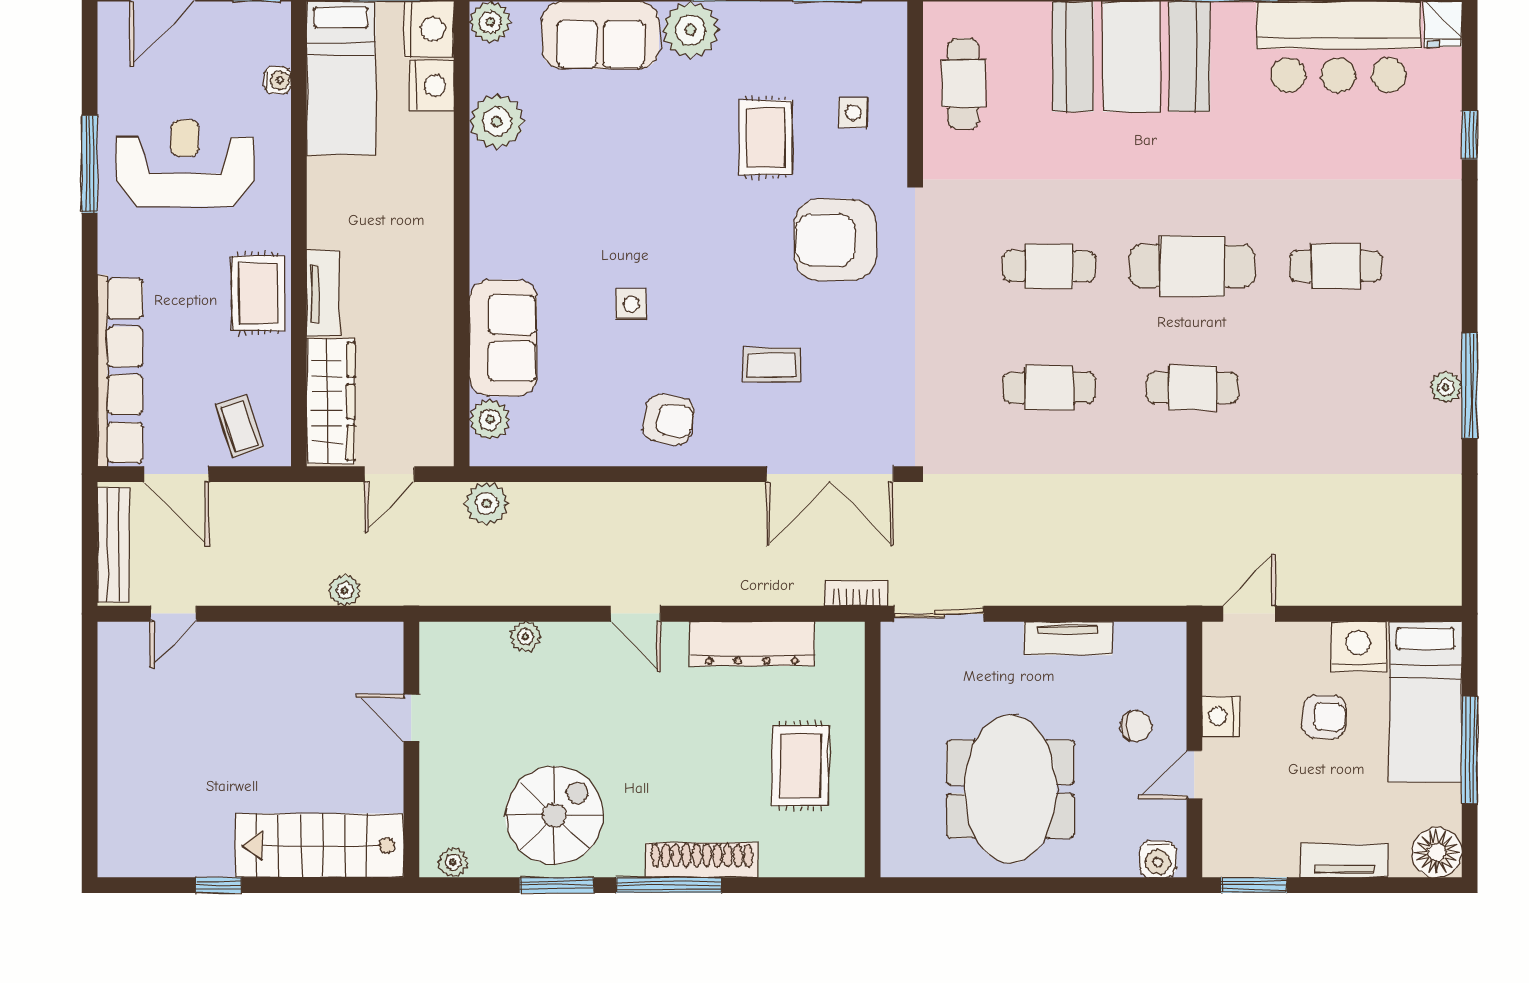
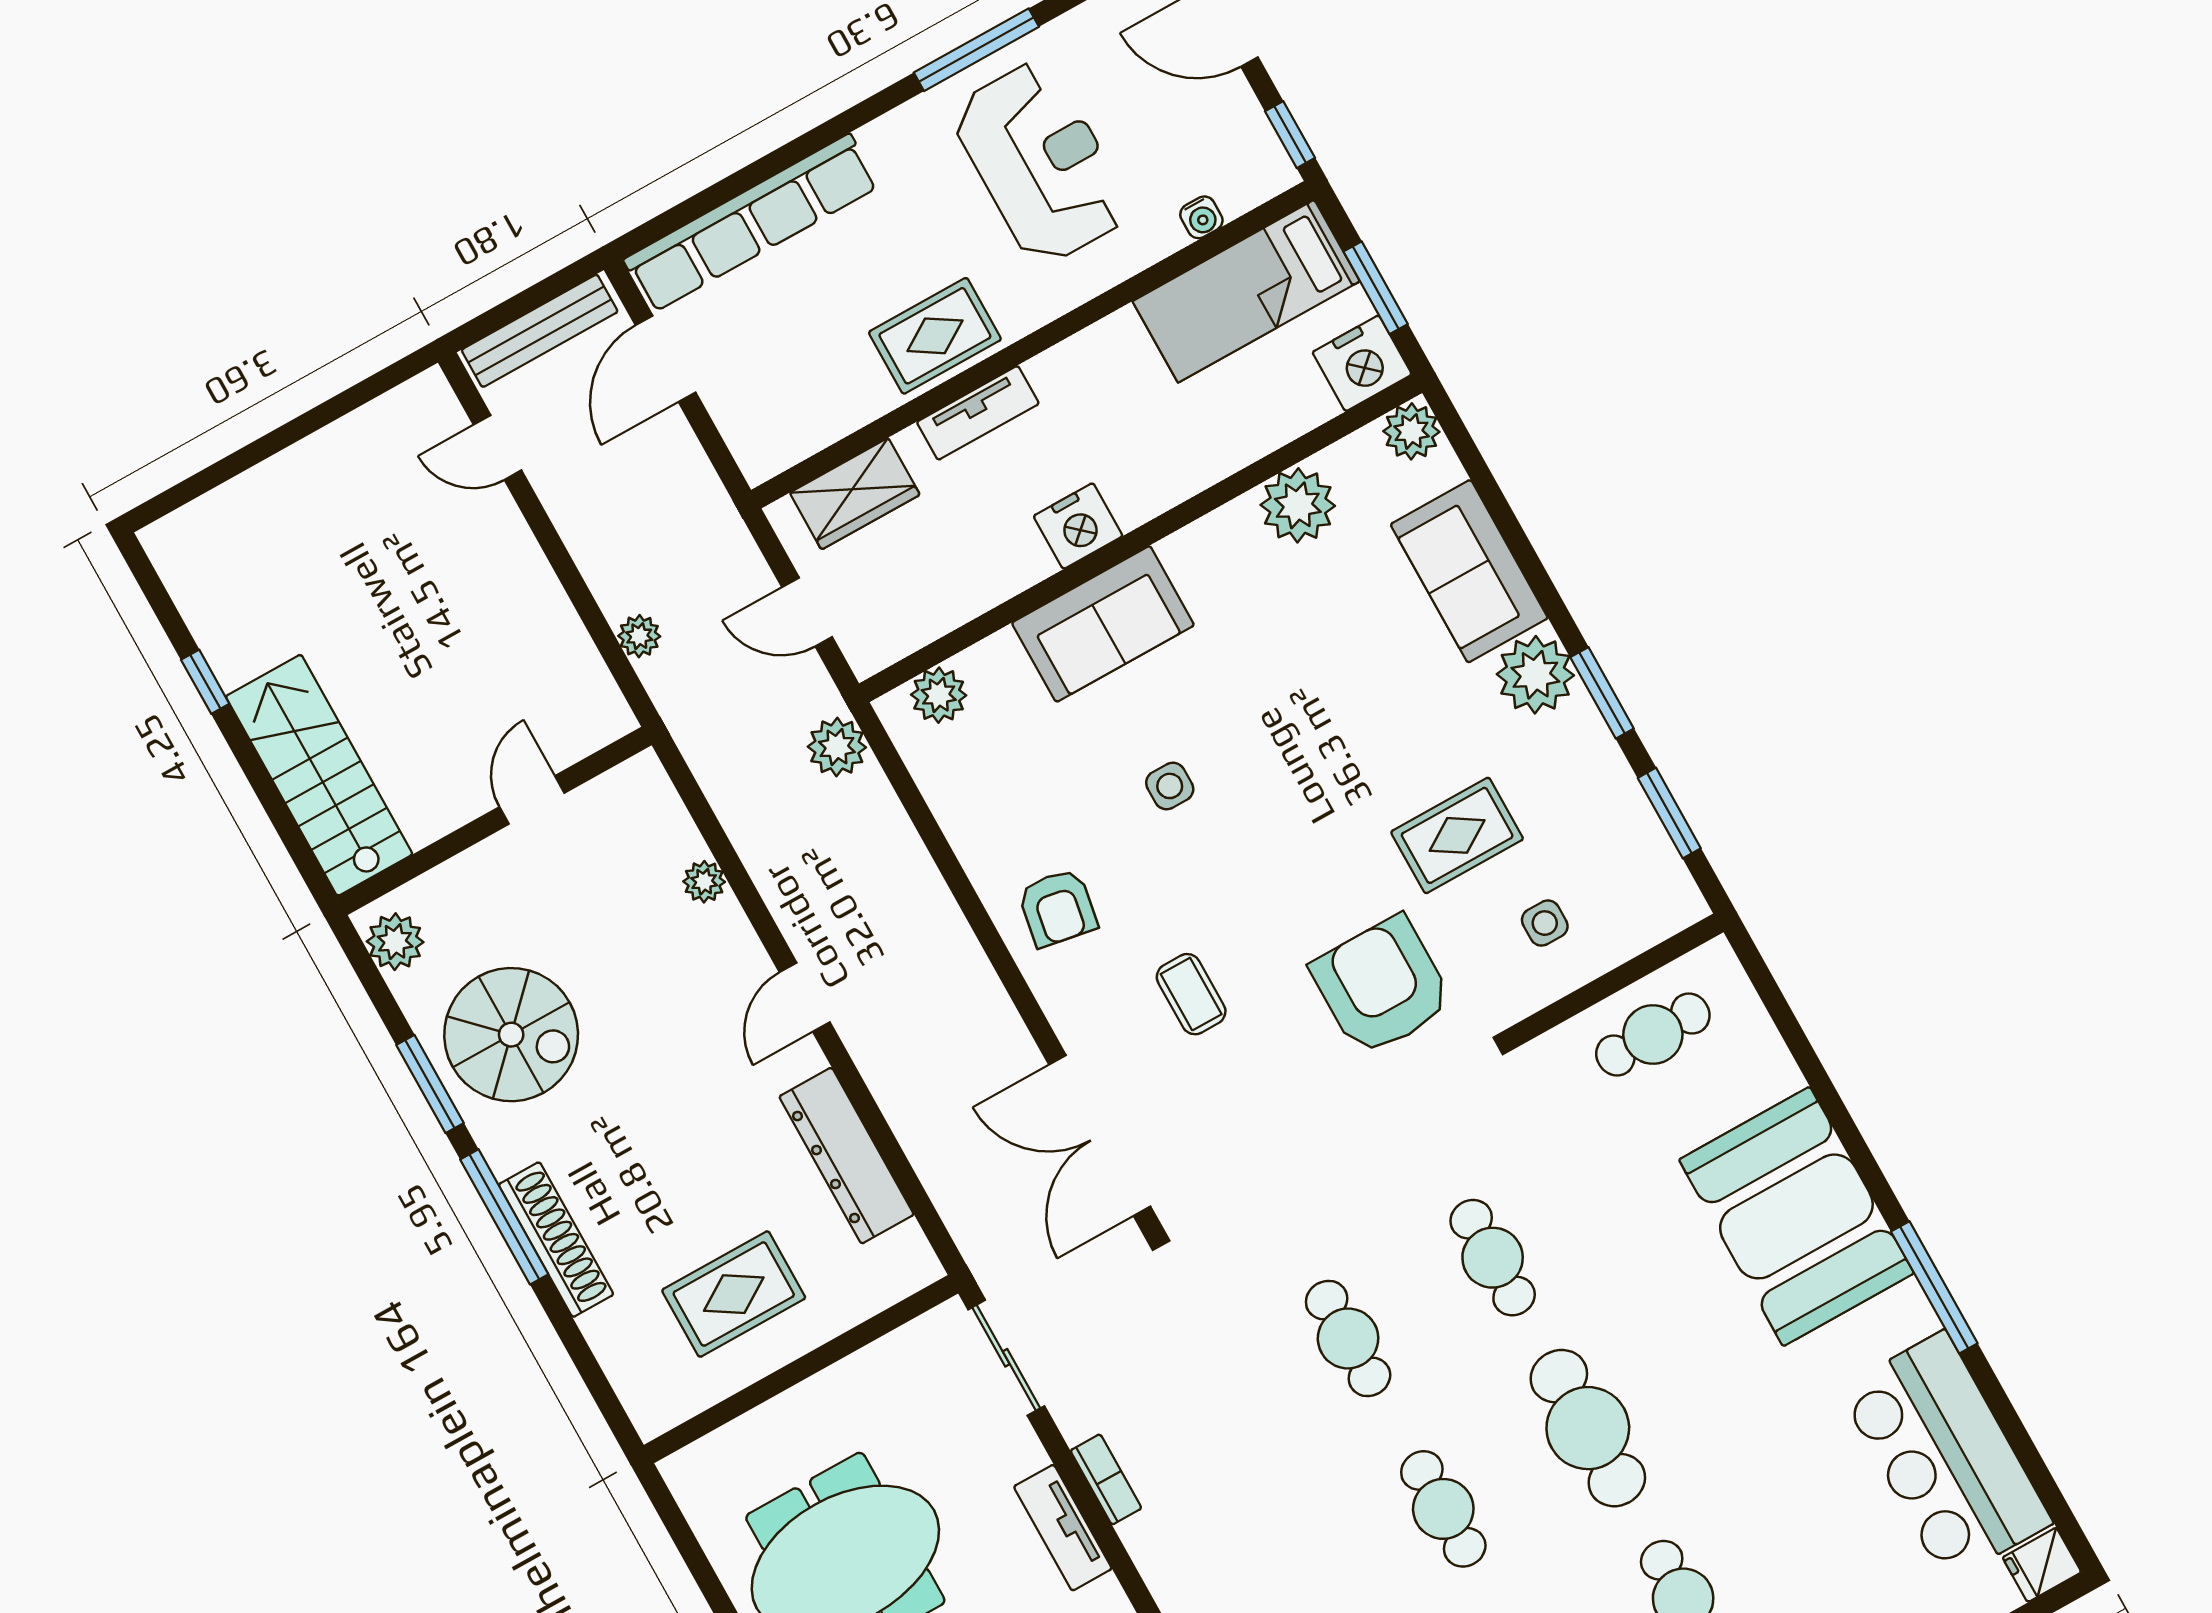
nightstand: (431, 86) -> (1078, 526), moved
sofa: (503, 338) -> (1103, 624), moved
wardrobe: (331, 401) -> (855, 494), width x0.67
coffee table: (239, 426) -> (764, 402), removed
bookcase: (856, 593) -> (1106, 1479), moved
plant: (453, 862) -> (395, 942), width x1.38, depth x1.38

